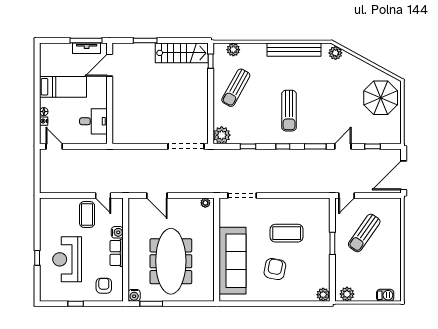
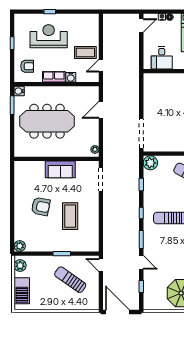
sofa: (232, 261) -> (60, 169), width x0.54, depth x0.79
barbecue: (385, 295) -> (22, 291), width x1.88, depth x1.53

